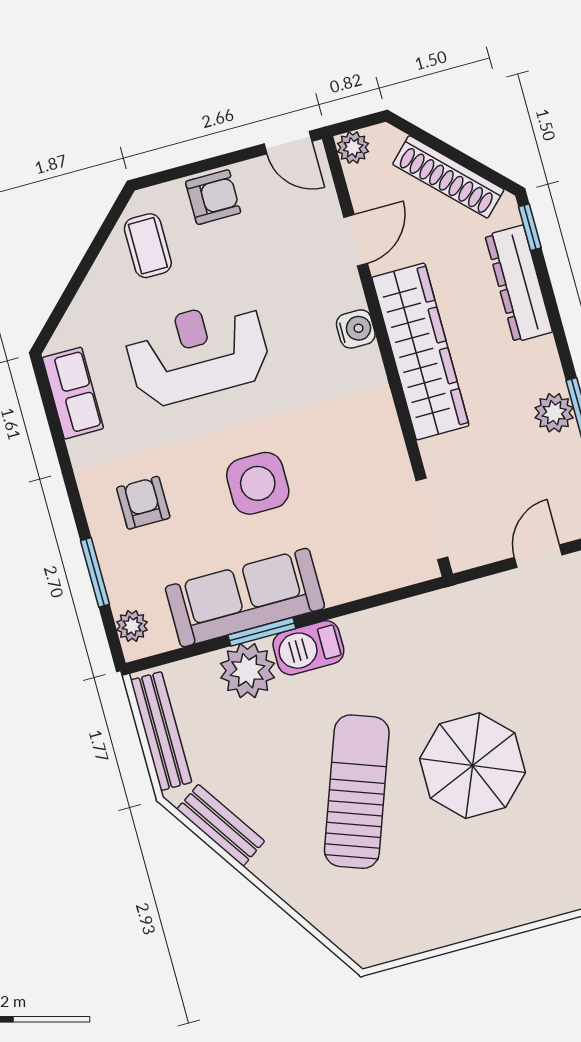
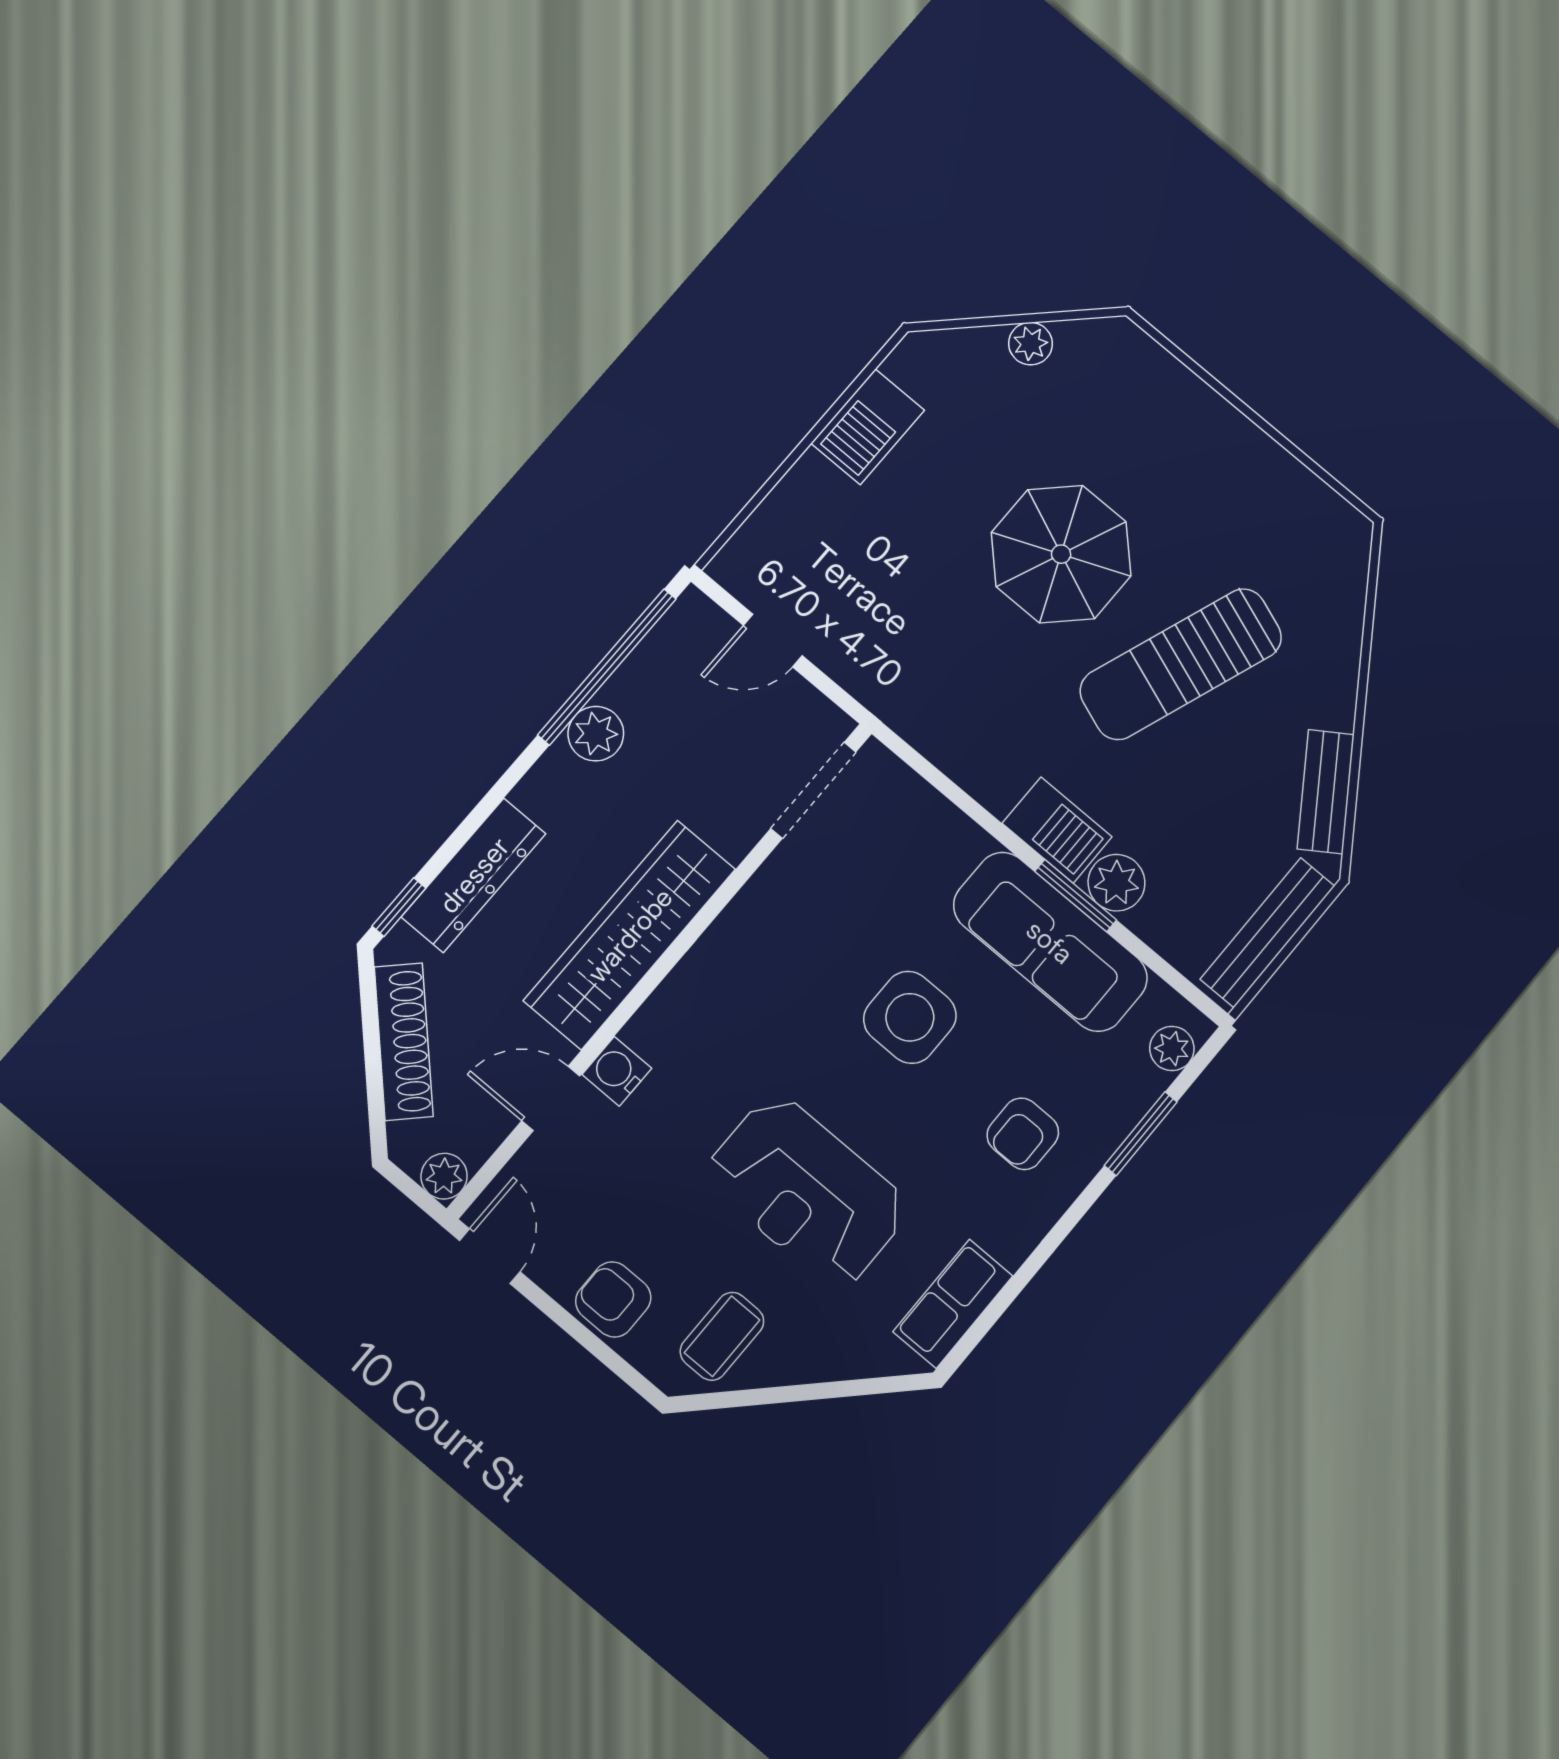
water cooler: (356, 329) -> (617, 1071), moved
plant: (248, 671) -> (1116, 883), width x0.73, depth x0.73

